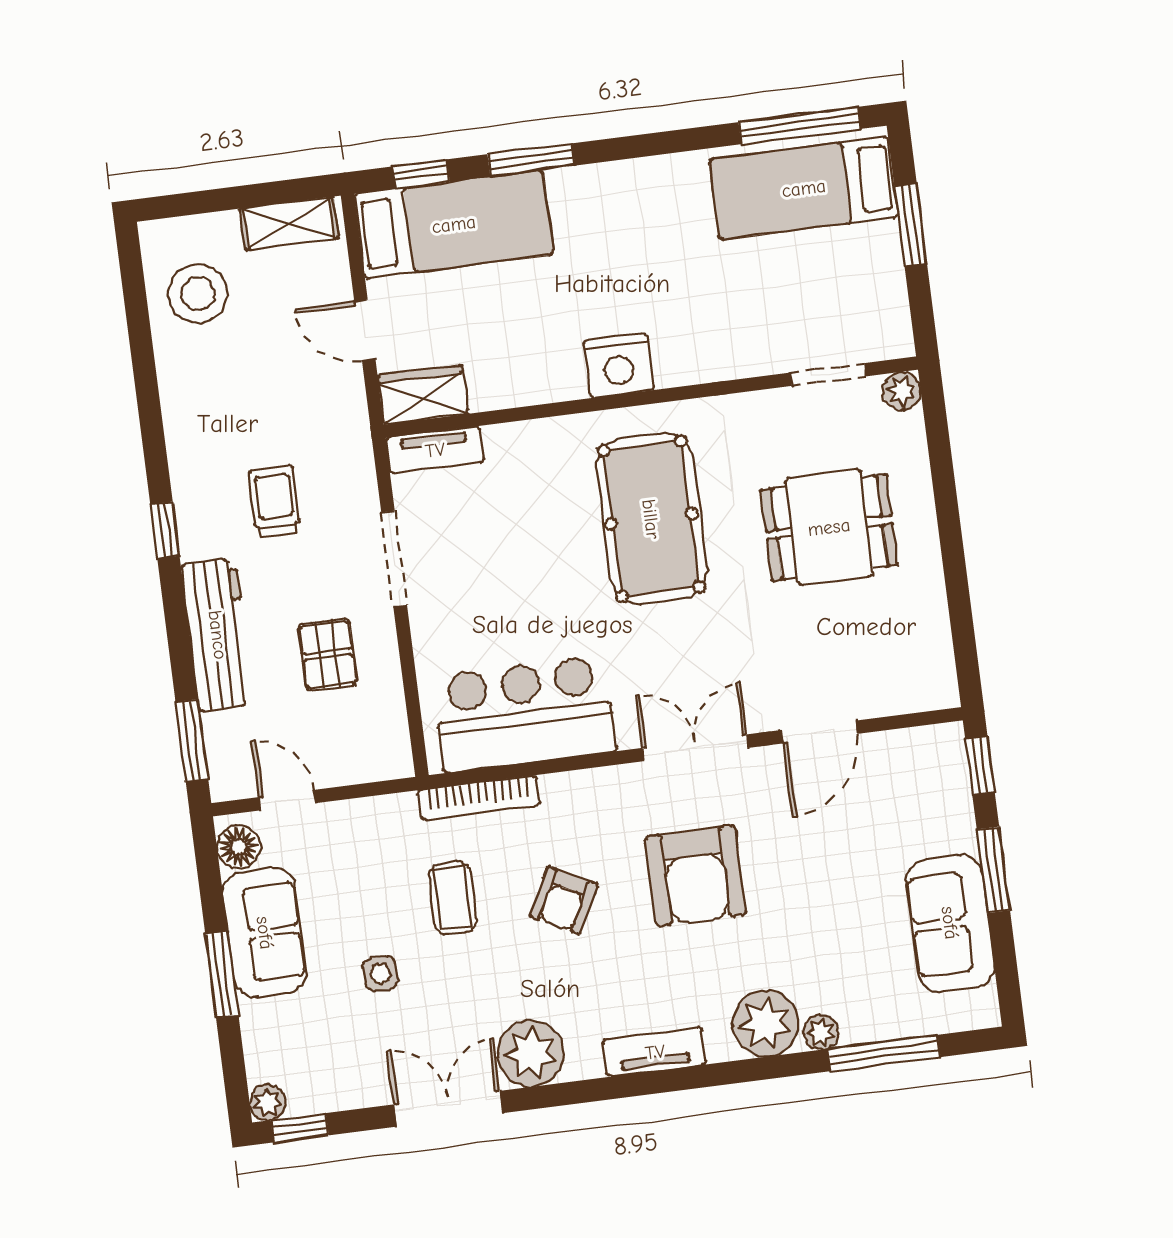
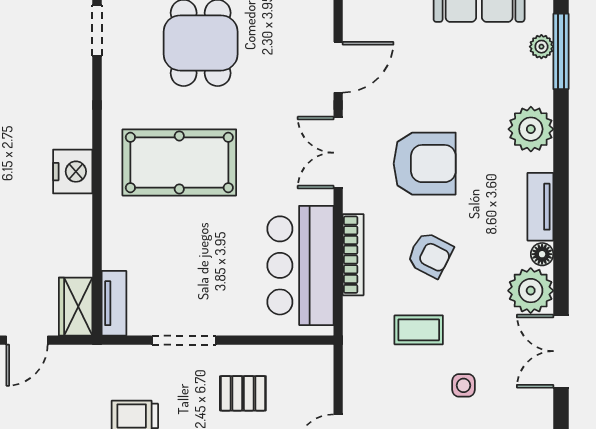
door: (820, 732) -> (338, 67), hinge flipped
bookcase: (479, 798) -> (353, 255), moved
plant: (821, 1032) -> (541, 47), moved
floor lamp: (586, 1063) -> (542, 254), added

